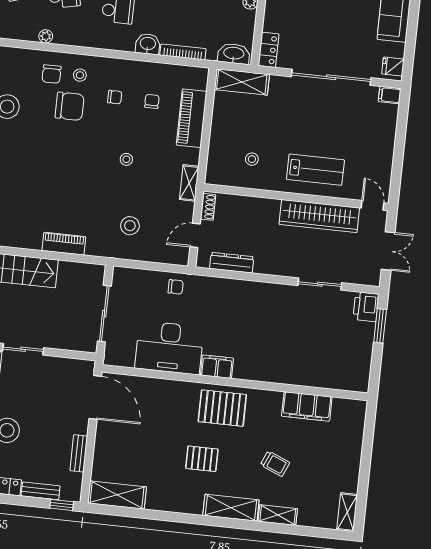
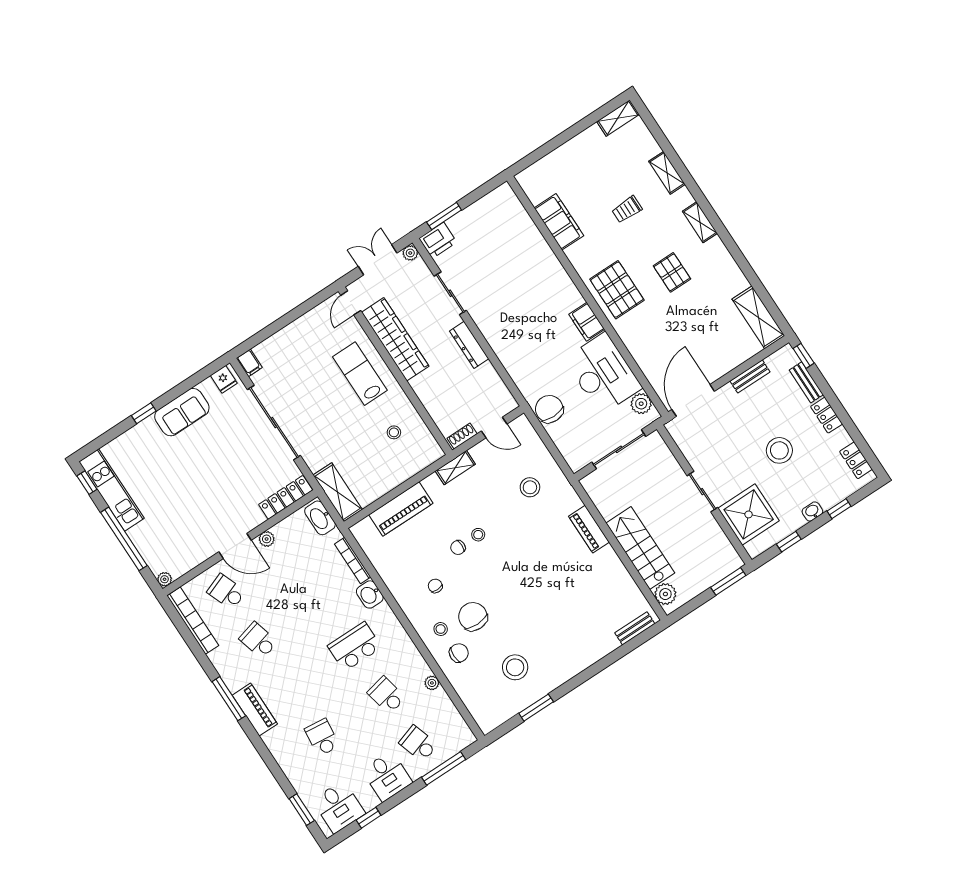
locker: (269, 50) -> (286, 497), width x1.53
chair: (152, 101) -> (458, 547), moved
dresser: (232, 263) -> (469, 345), moved
plant: (373, 279) -> (410, 253), added
chair: (176, 287) -> (549, 409), width x1.87, depth x1.87
plant: (124, 357) -> (641, 404), added
trolley: (275, 464) -> (627, 209), turned -113
shelving: (231, 508) -> (700, 222), width x0.67, depth x0.75

